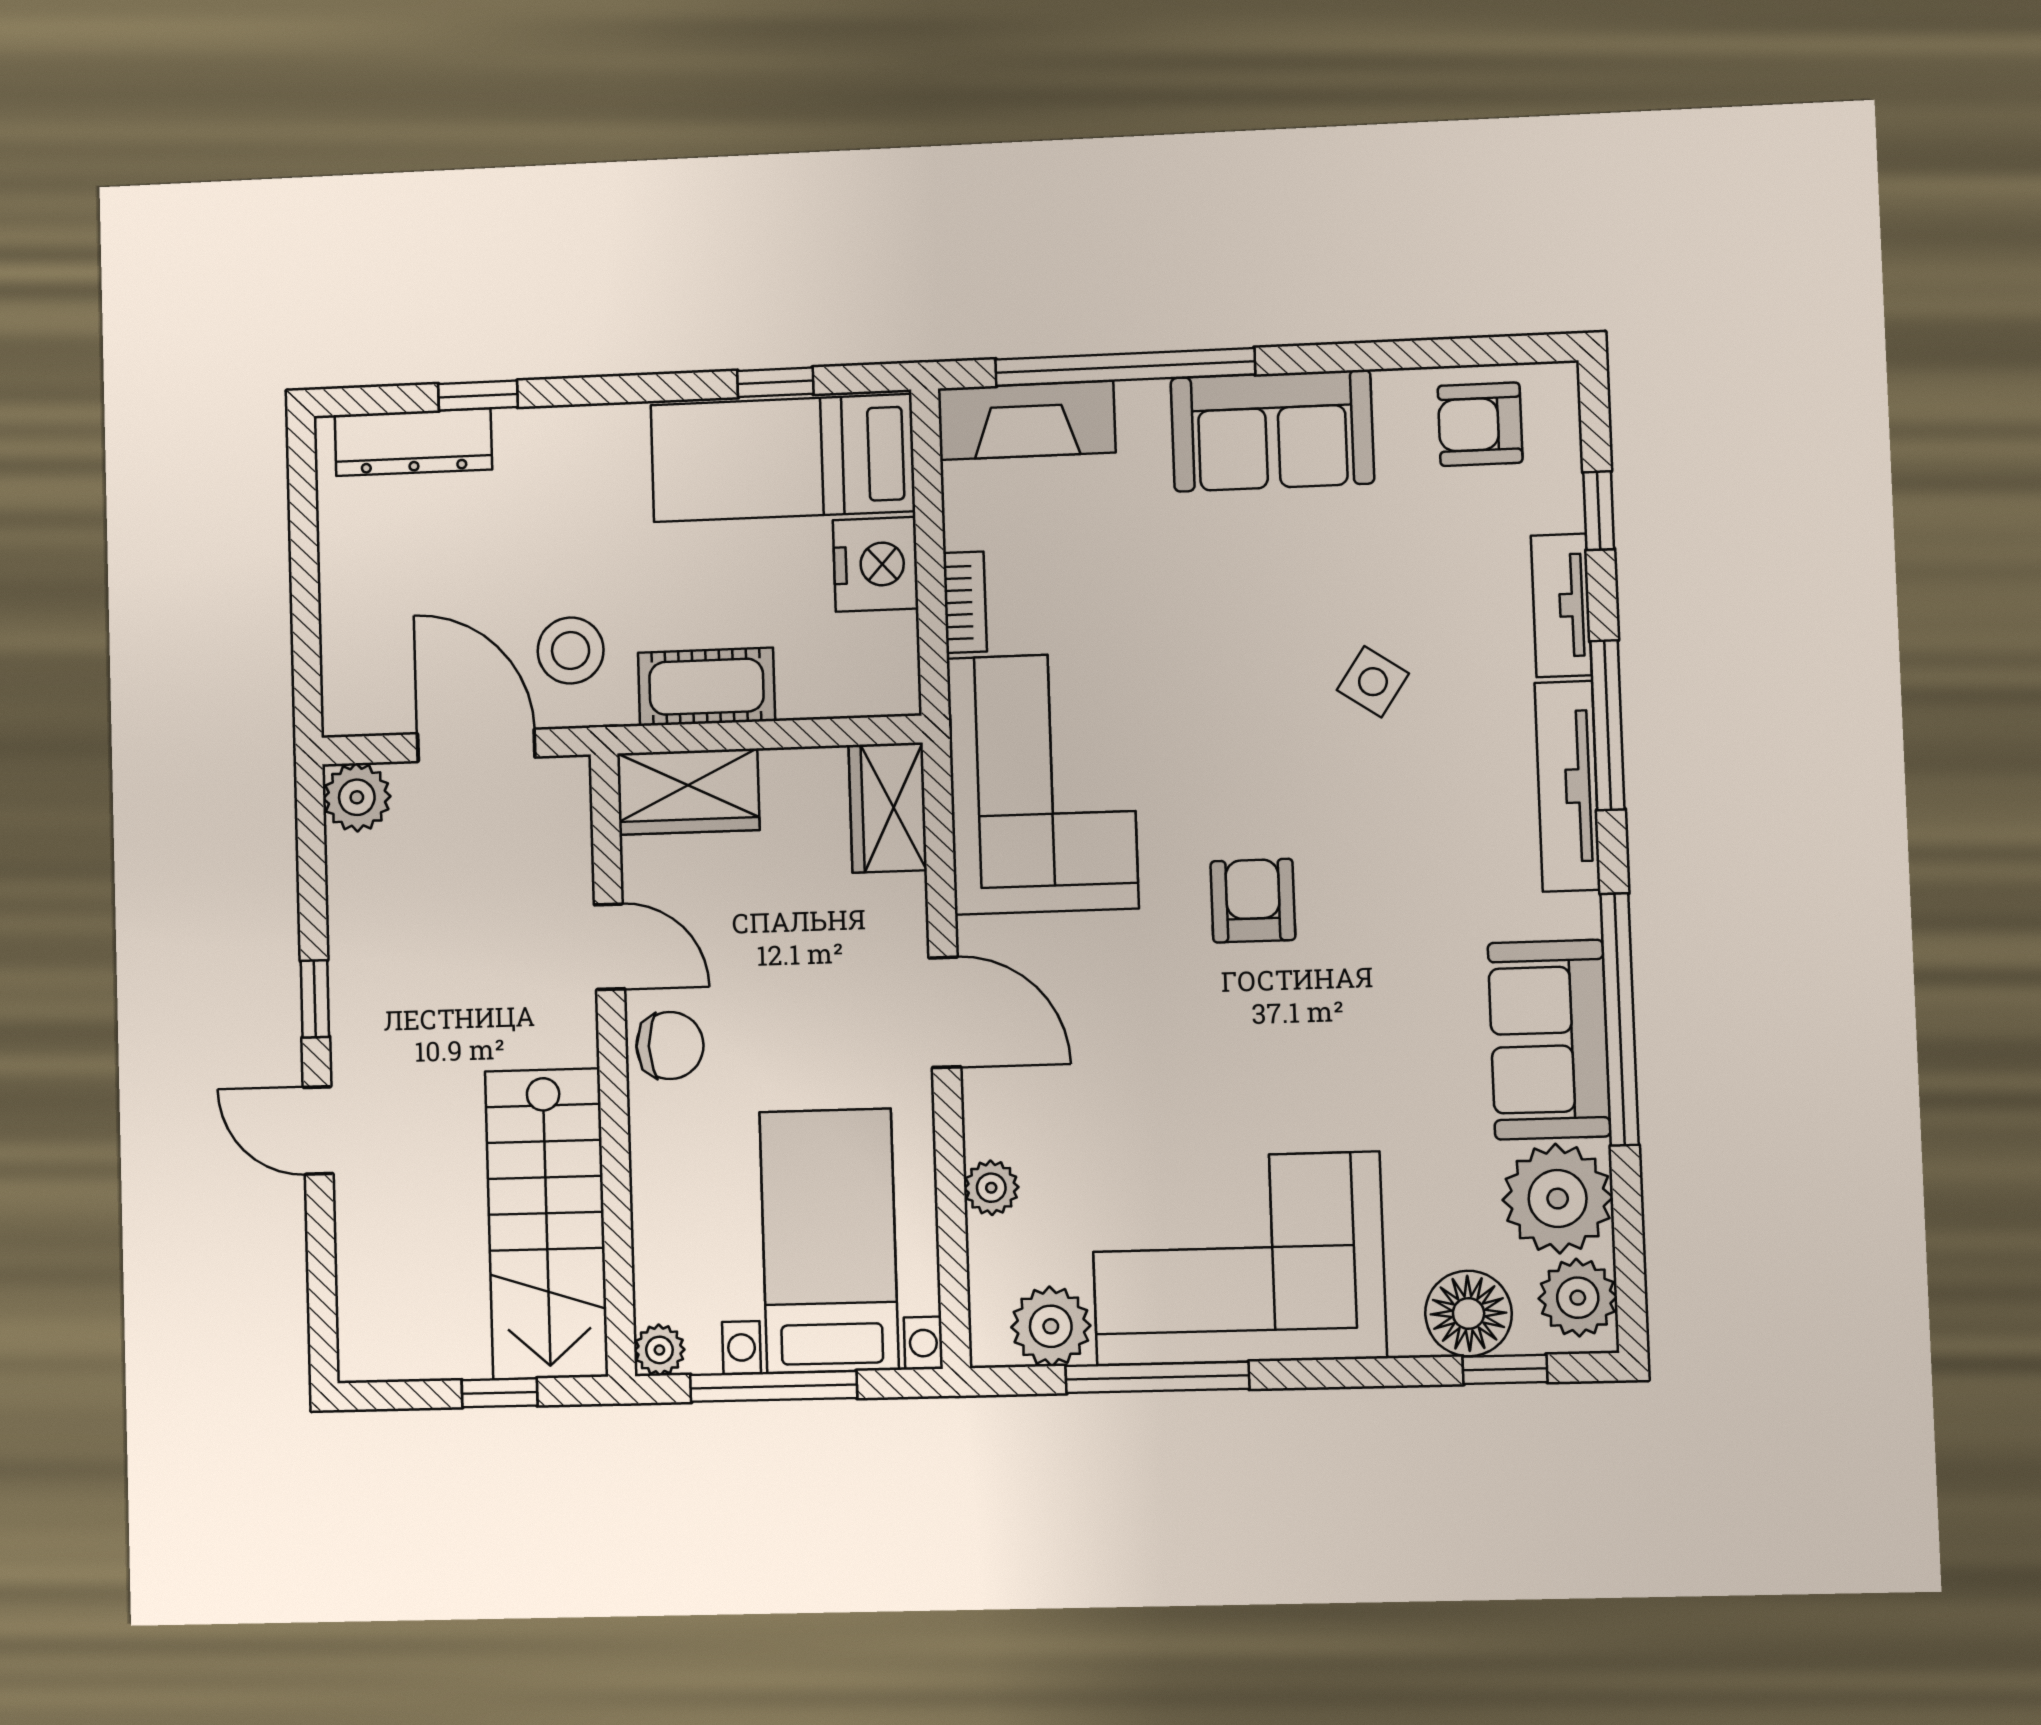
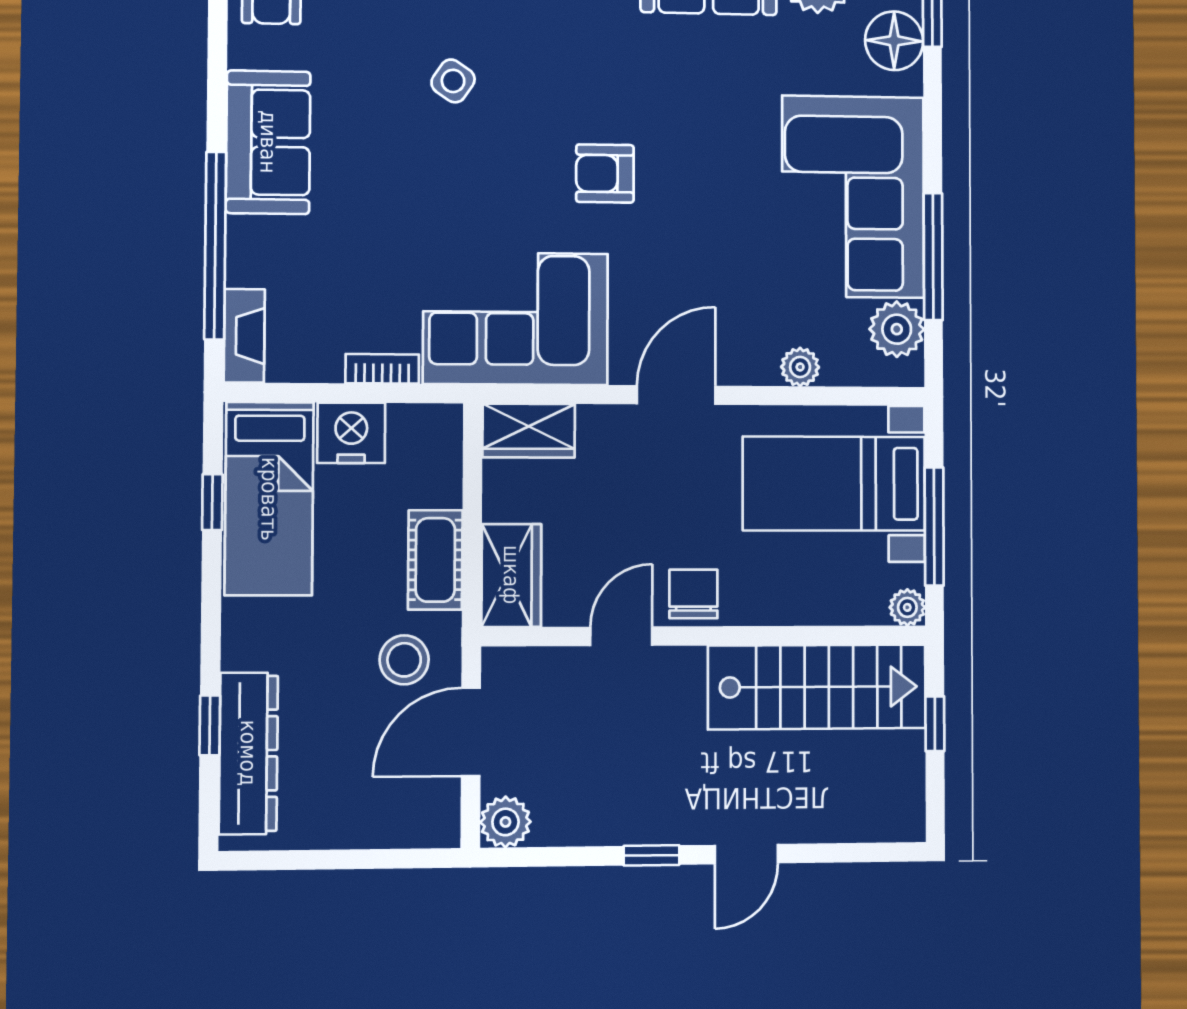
fireplace: (1027, 420) -> (244, 336), width x0.73, depth x0.76
dresser: (413, 442) -> (248, 753), width x1.37, depth x1.24

